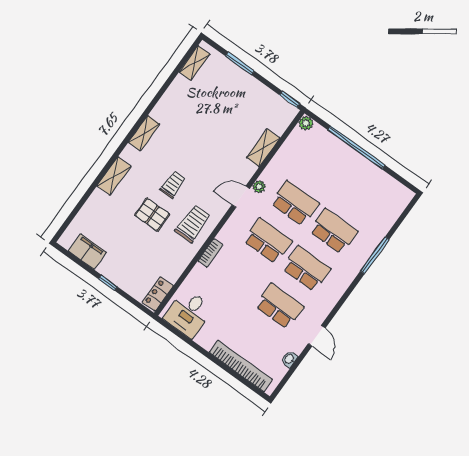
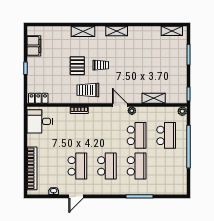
trolley: (193, 224) -> (88, 90), turned 180
school desk: (268, 241) -> (166, 135), moved

